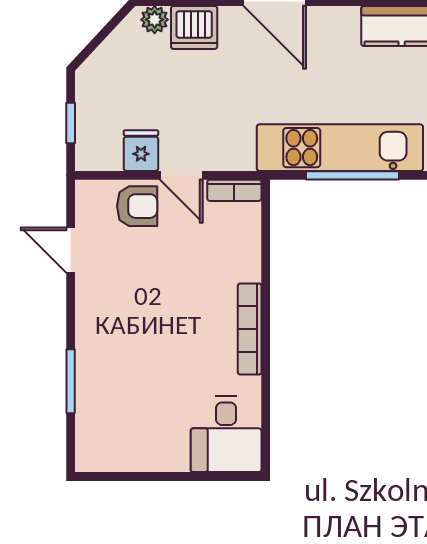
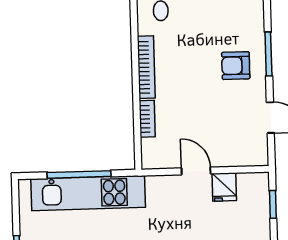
bookcase: (234, 190) -> (147, 119), moved, turned 90
armchair: (137, 206) -> (236, 66), moved
window: (71, 381) -> (268, 54), moved

